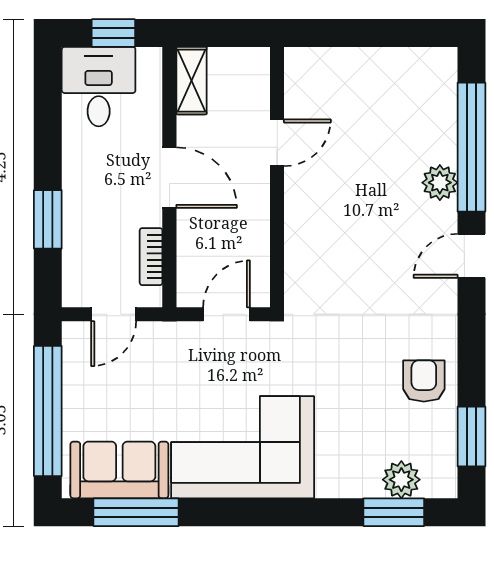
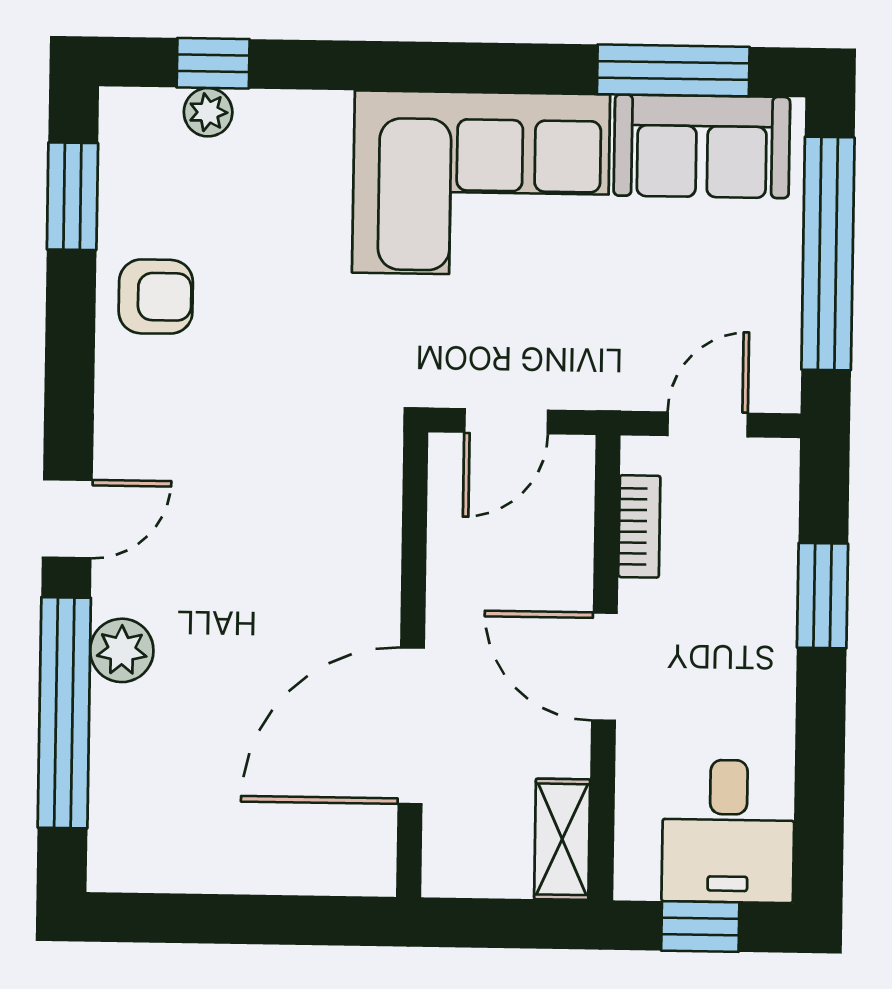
door: (277, 143) -> (411, 726), width x1.88
armchair: (424, 381) -> (156, 297), turned -90
plant: (401, 480) -> (208, 112), width x0.73, depth x0.73
window: (394, 512) -> (213, 63), width x0.67

